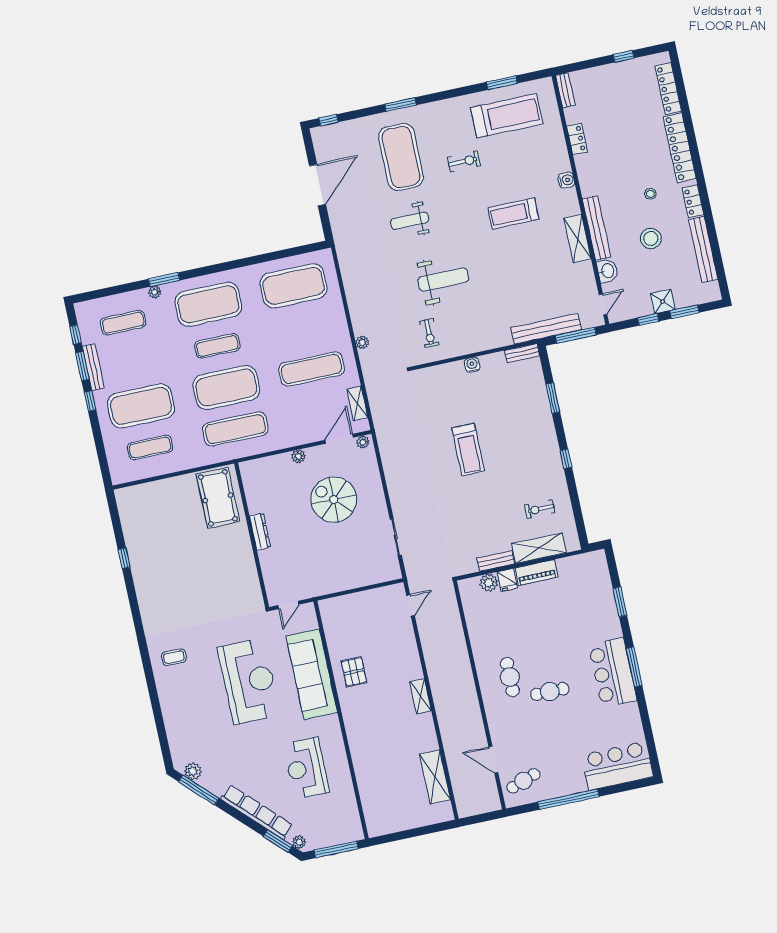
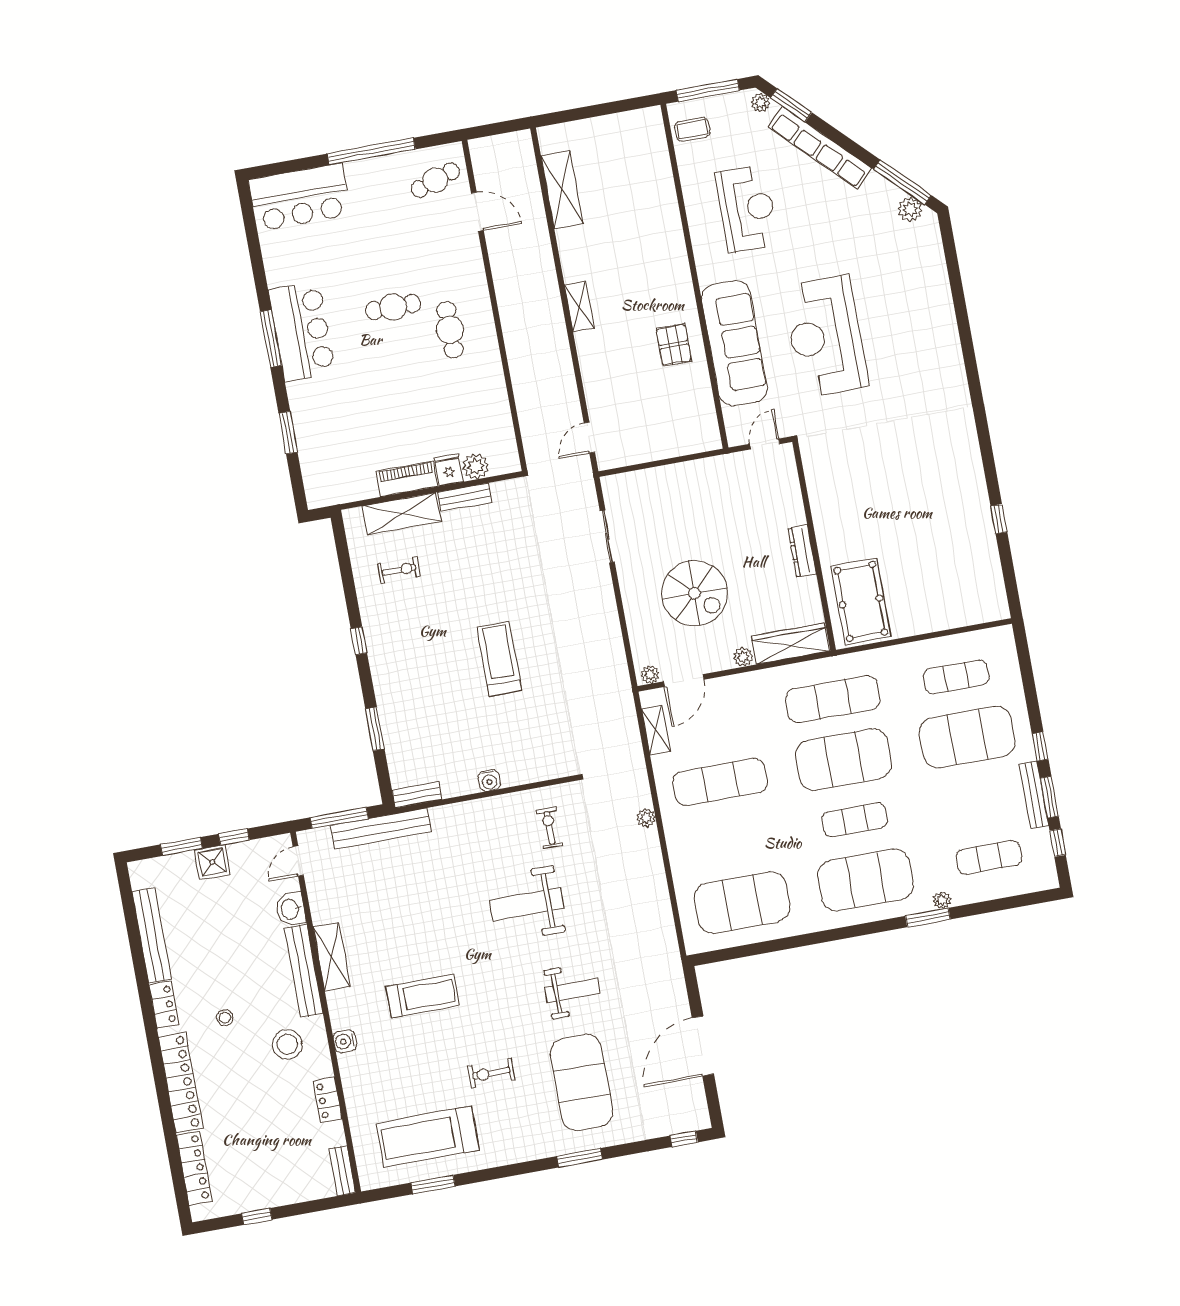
stool: (651, 238) -> (287, 1044), moved
wardrobe: (266, 467) -> (790, 644), added
coffee table: (174, 657) -> (692, 129), moved

